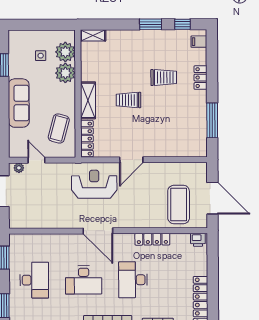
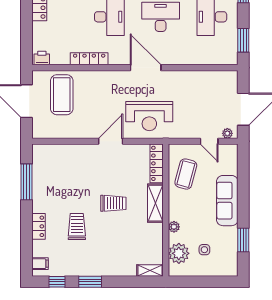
plant: (65, 73) -> (174, 227), width x0.53, depth x0.53
trolley: (164, 77) -> (77, 227), turned 90

